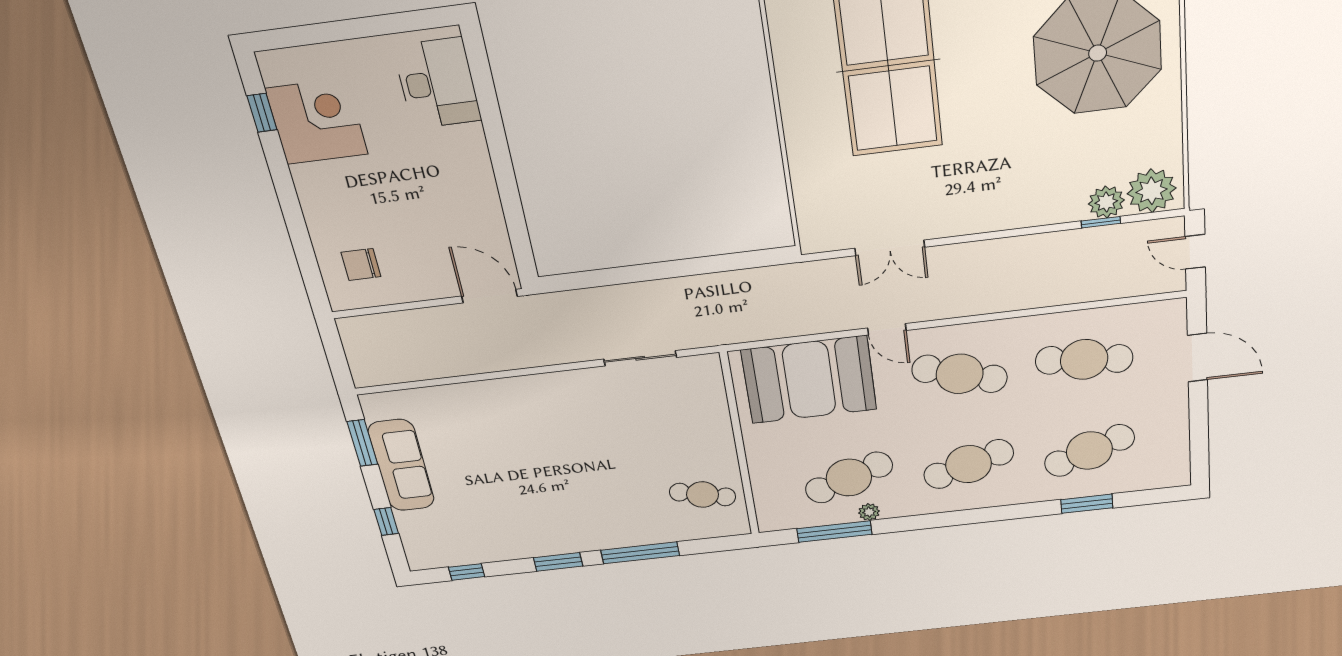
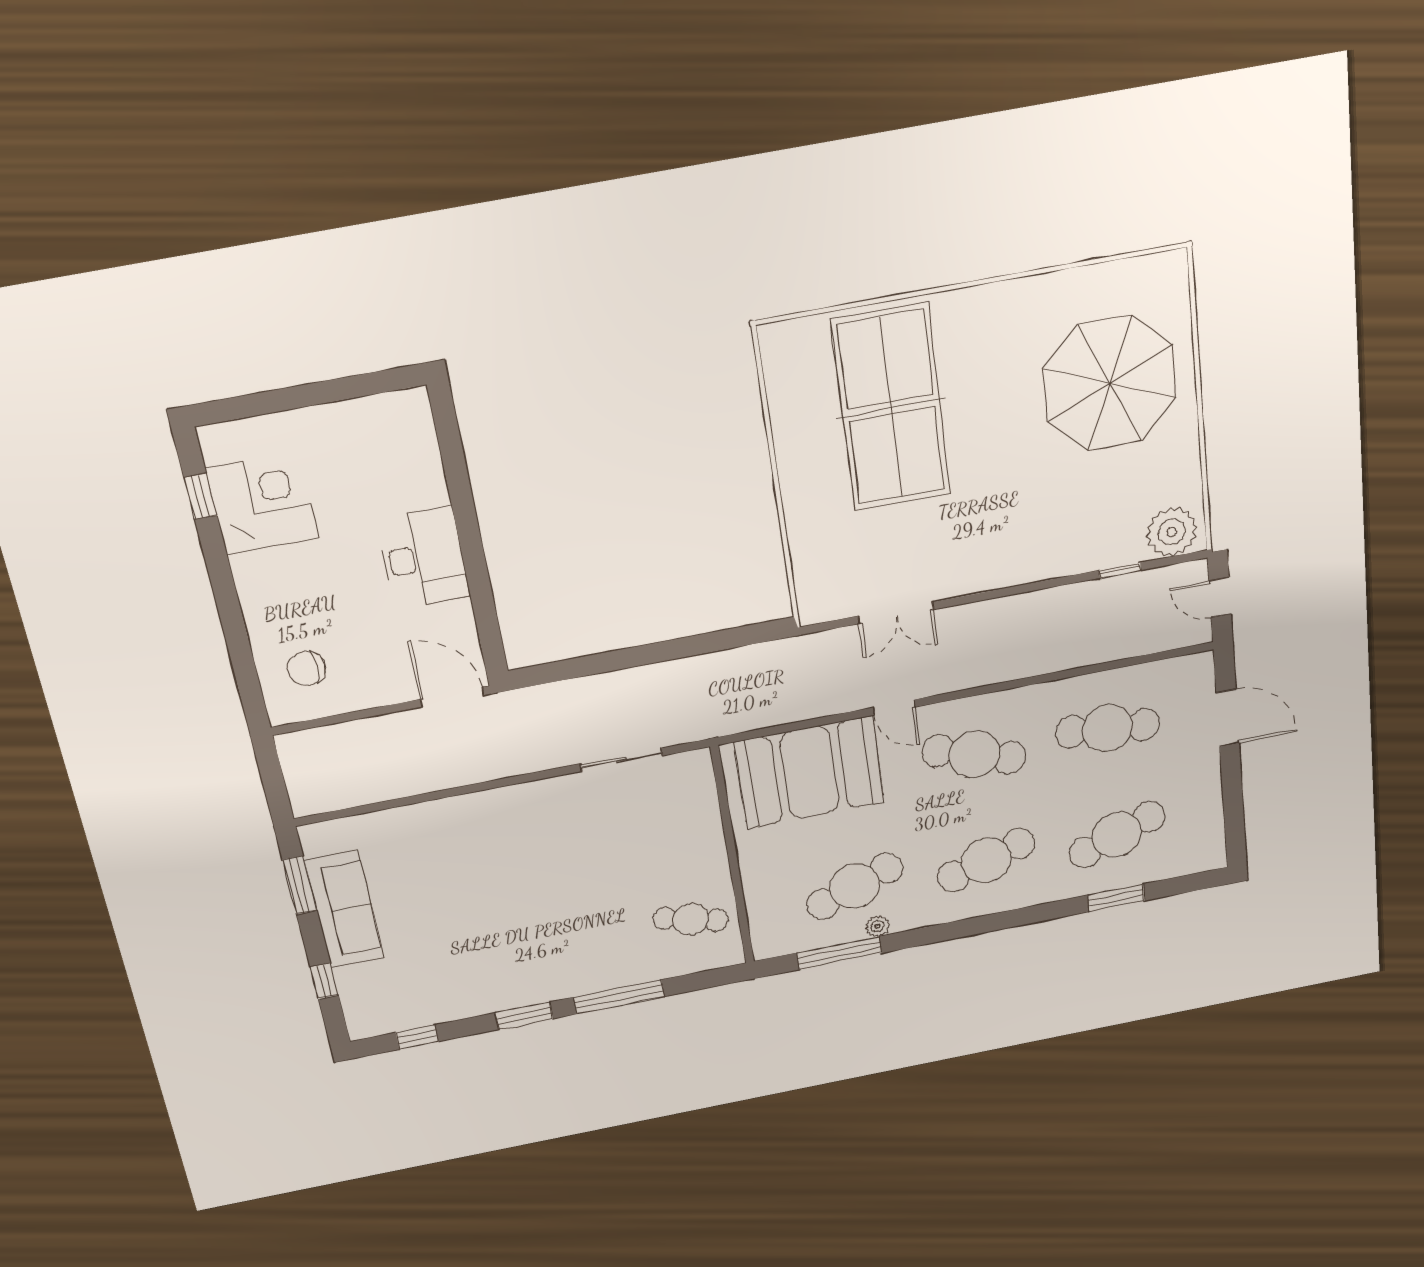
desk: (437, 83) -> (423, 558), moved
plant: (1106, 202) -> (1125, 547), removed

